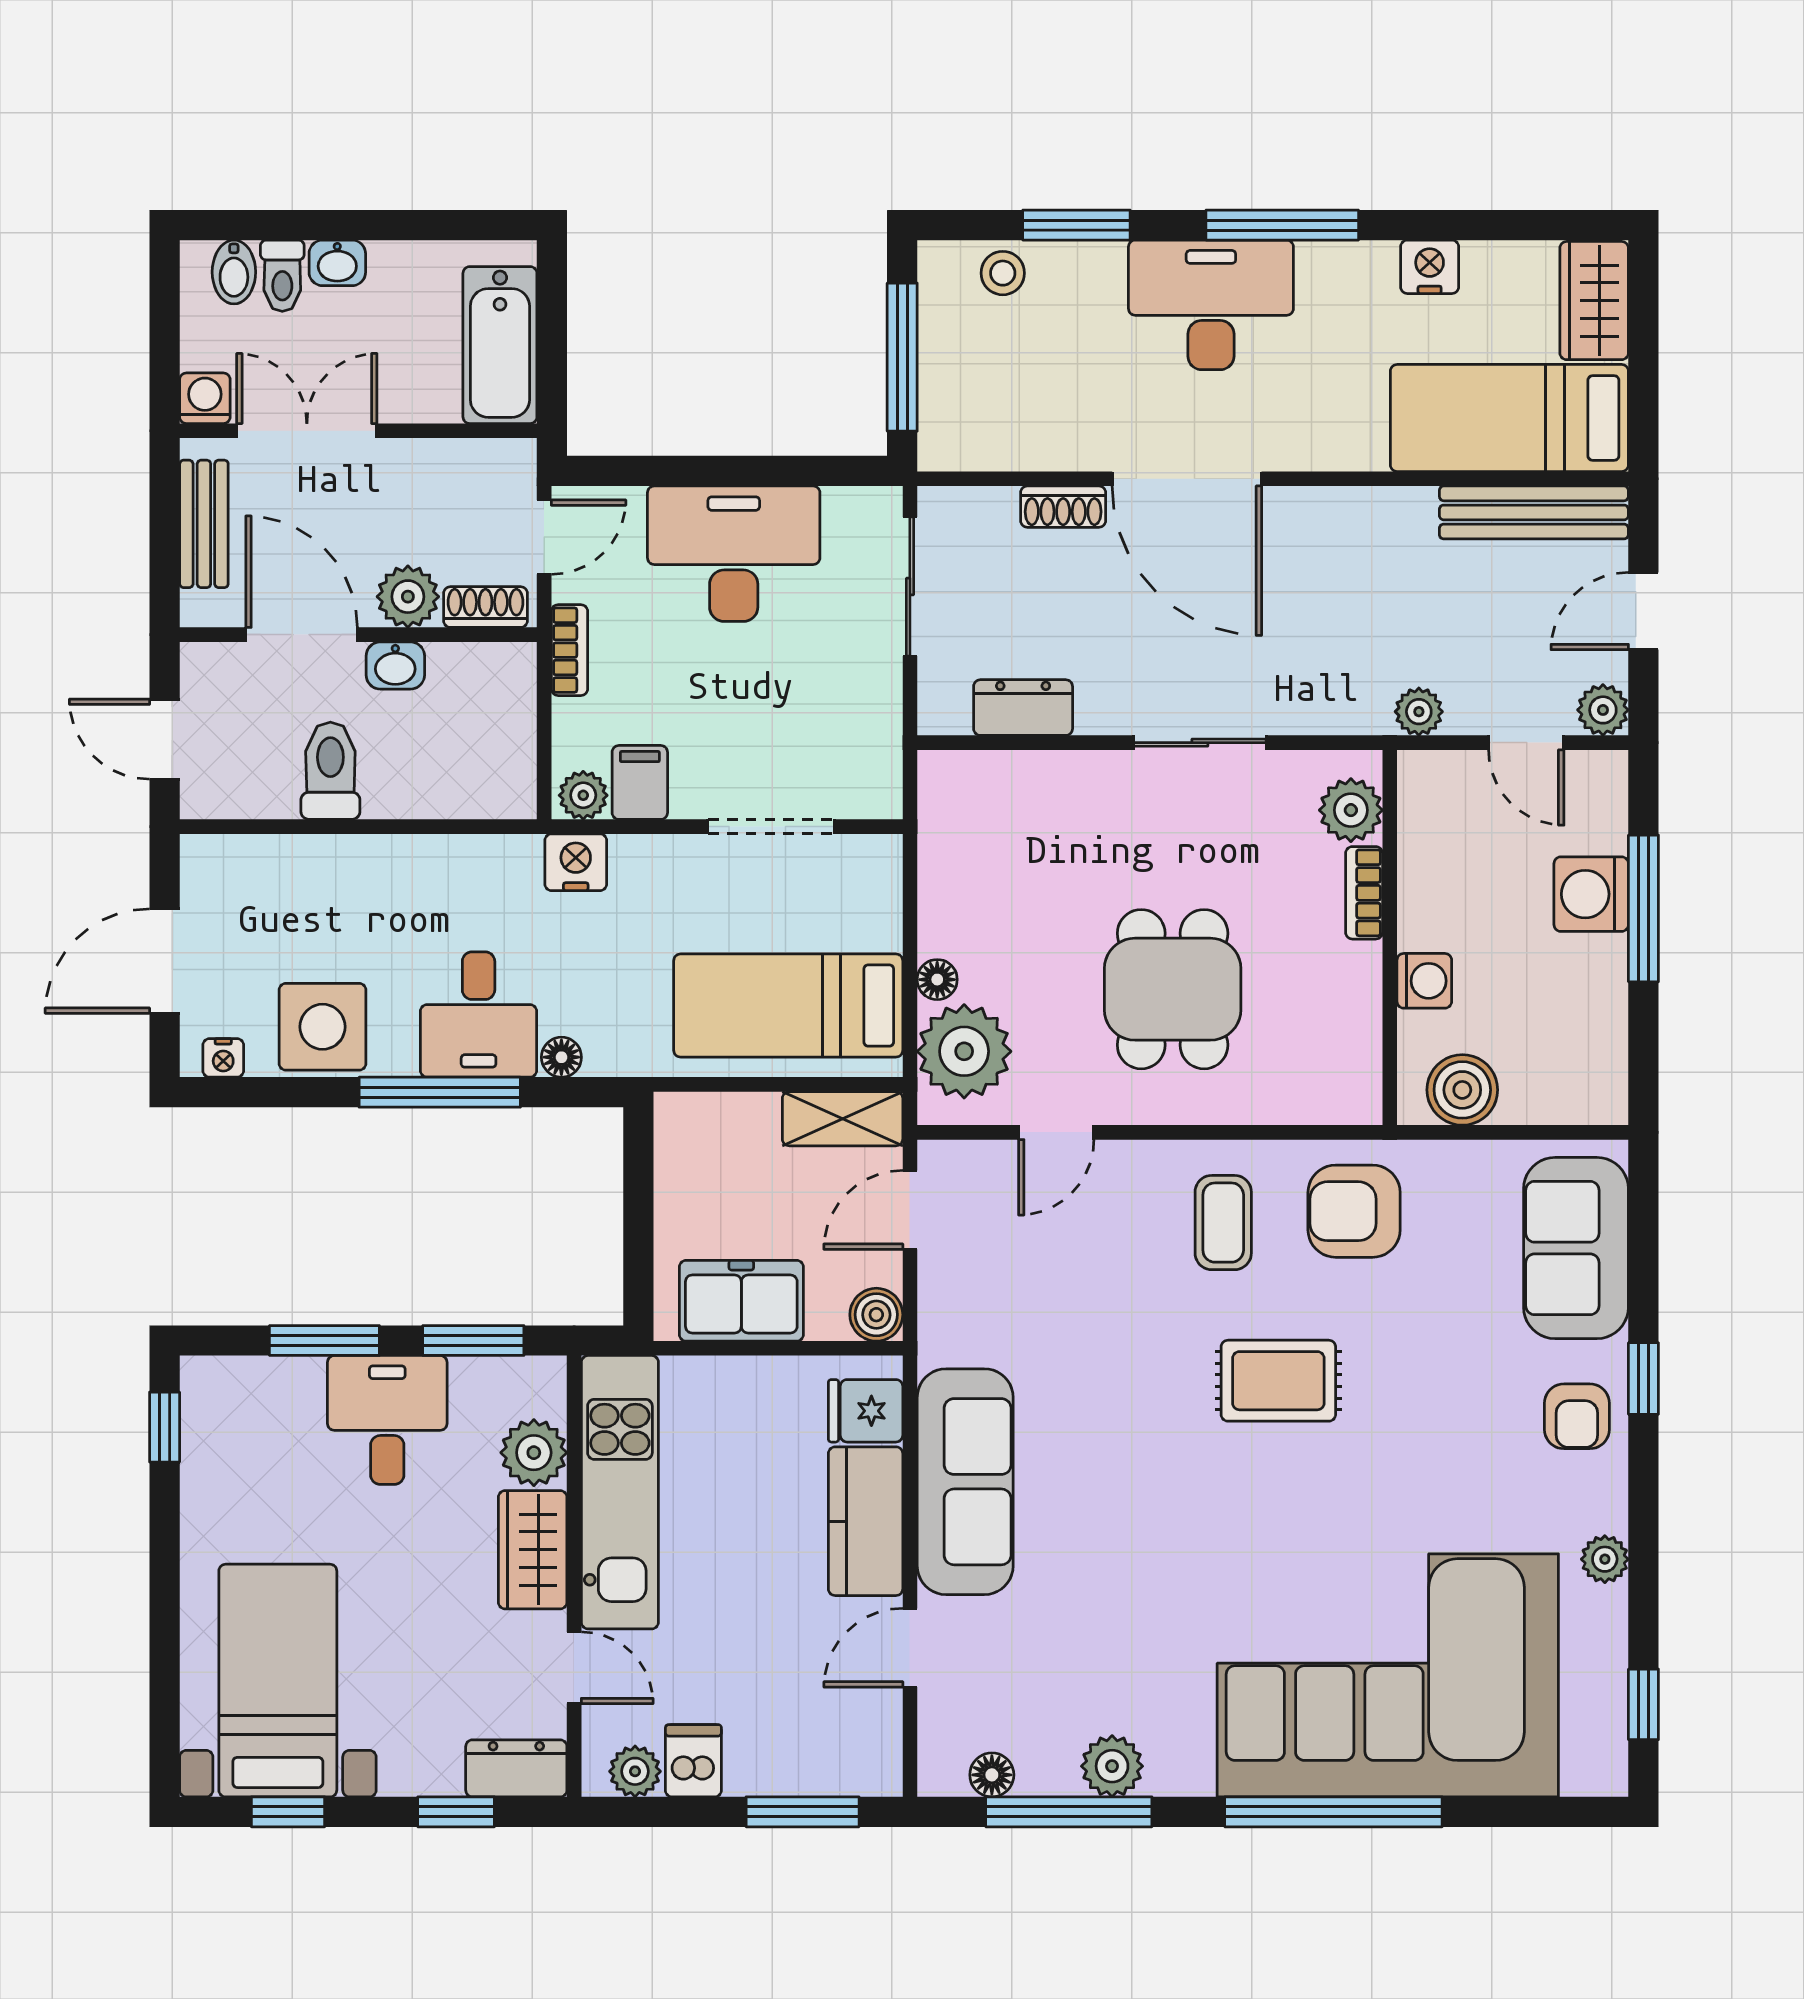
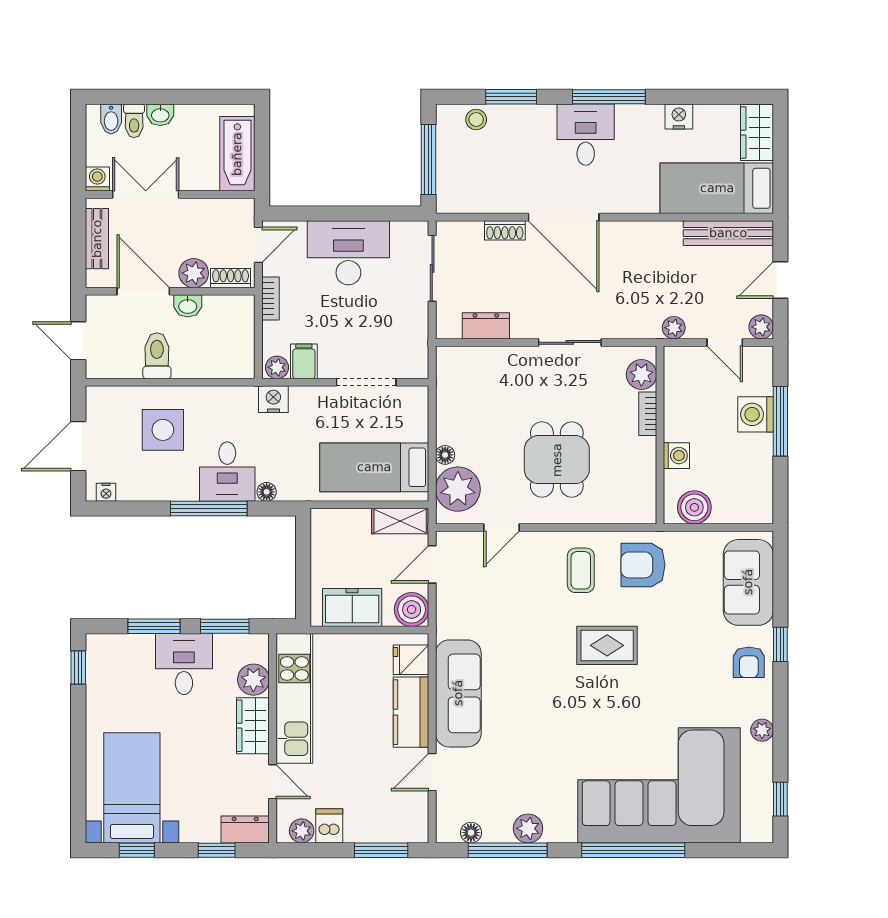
desk: (1211, 305) -> (586, 135), width x0.73
side table: (323, 1027) -> (163, 430), moved
boiler: (876, 1315) -> (412, 610), width x1.36, depth x1.36

